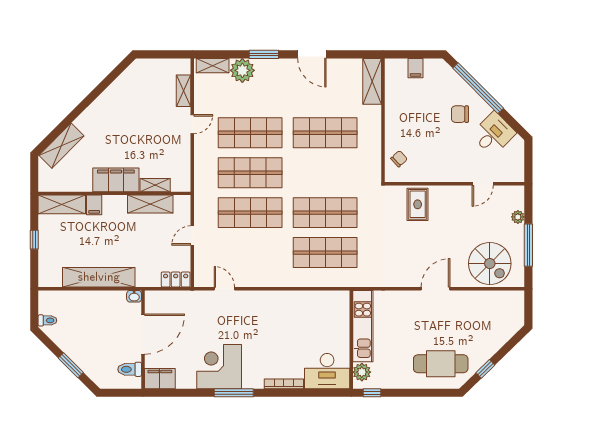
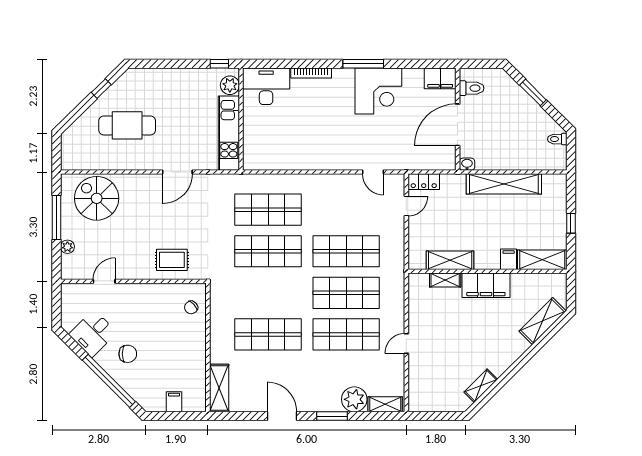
shelving: (184, 91) -> (481, 386), moved, turned 45
rug: (418, 204) -> (172, 260), turned 90
door: (192, 235) -> (406, 206), moved
door: (435, 289) -> (177, 172), moved
cafe table: (441, 364) -> (127, 125), moved

